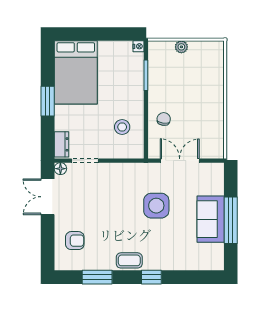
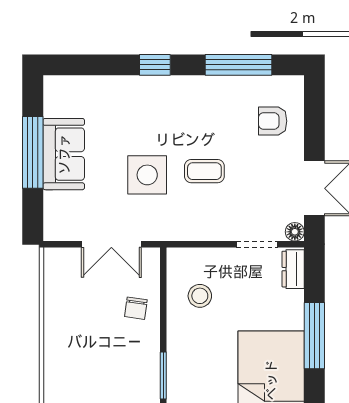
window: (48, 101) -> (314, 336), width x1.44
coffee table: (129, 260) -> (204, 171), moved
window: (97, 277) -> (238, 65), width x1.44

